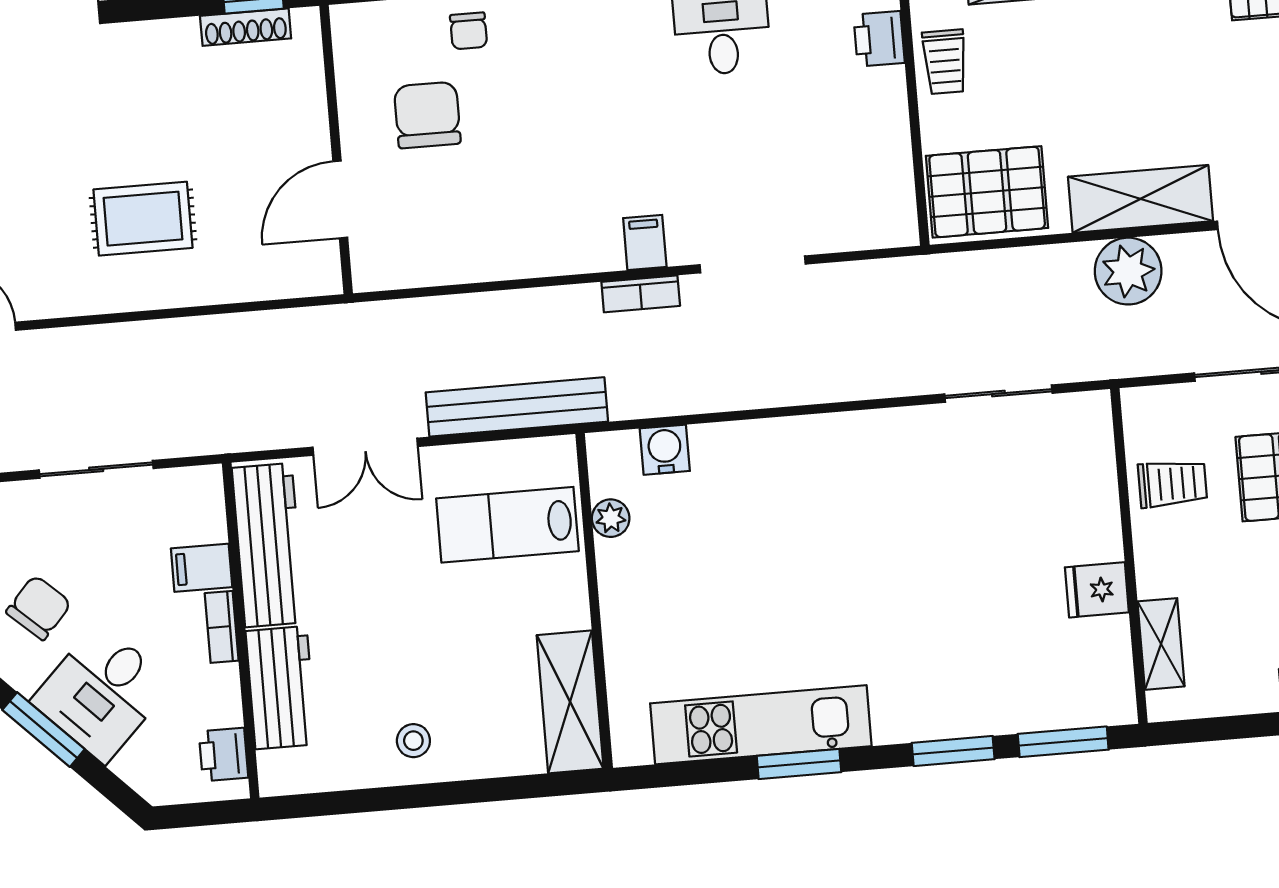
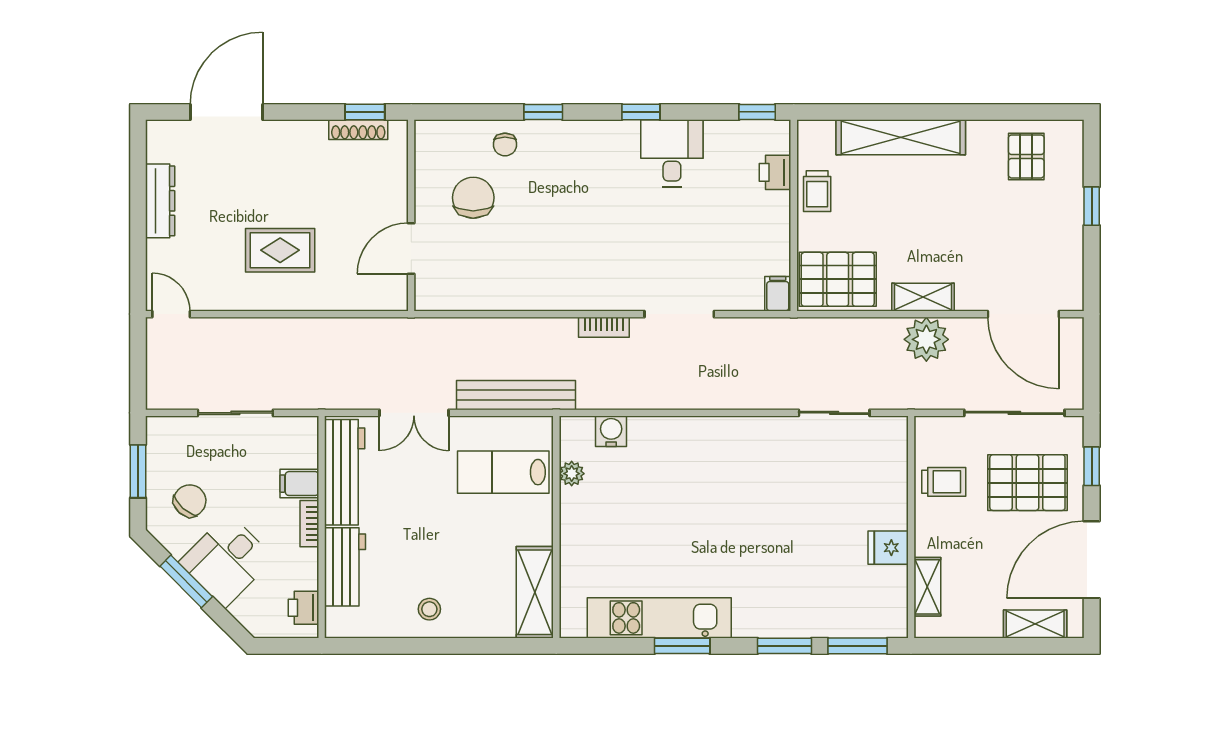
shelving: (1141, 199) -> (923, 297), width x0.67, depth x0.75
filing cabinet: (645, 242) -> (778, 294), moved

